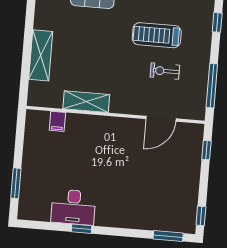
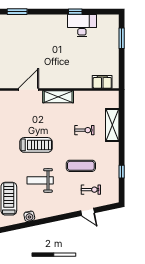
exercise bike: (165, 71) -> (84, 130), moved
shelving: (86, 102) -> (58, 97), moved
filing cabinet: (57, 121) -> (102, 82), width x2.00

